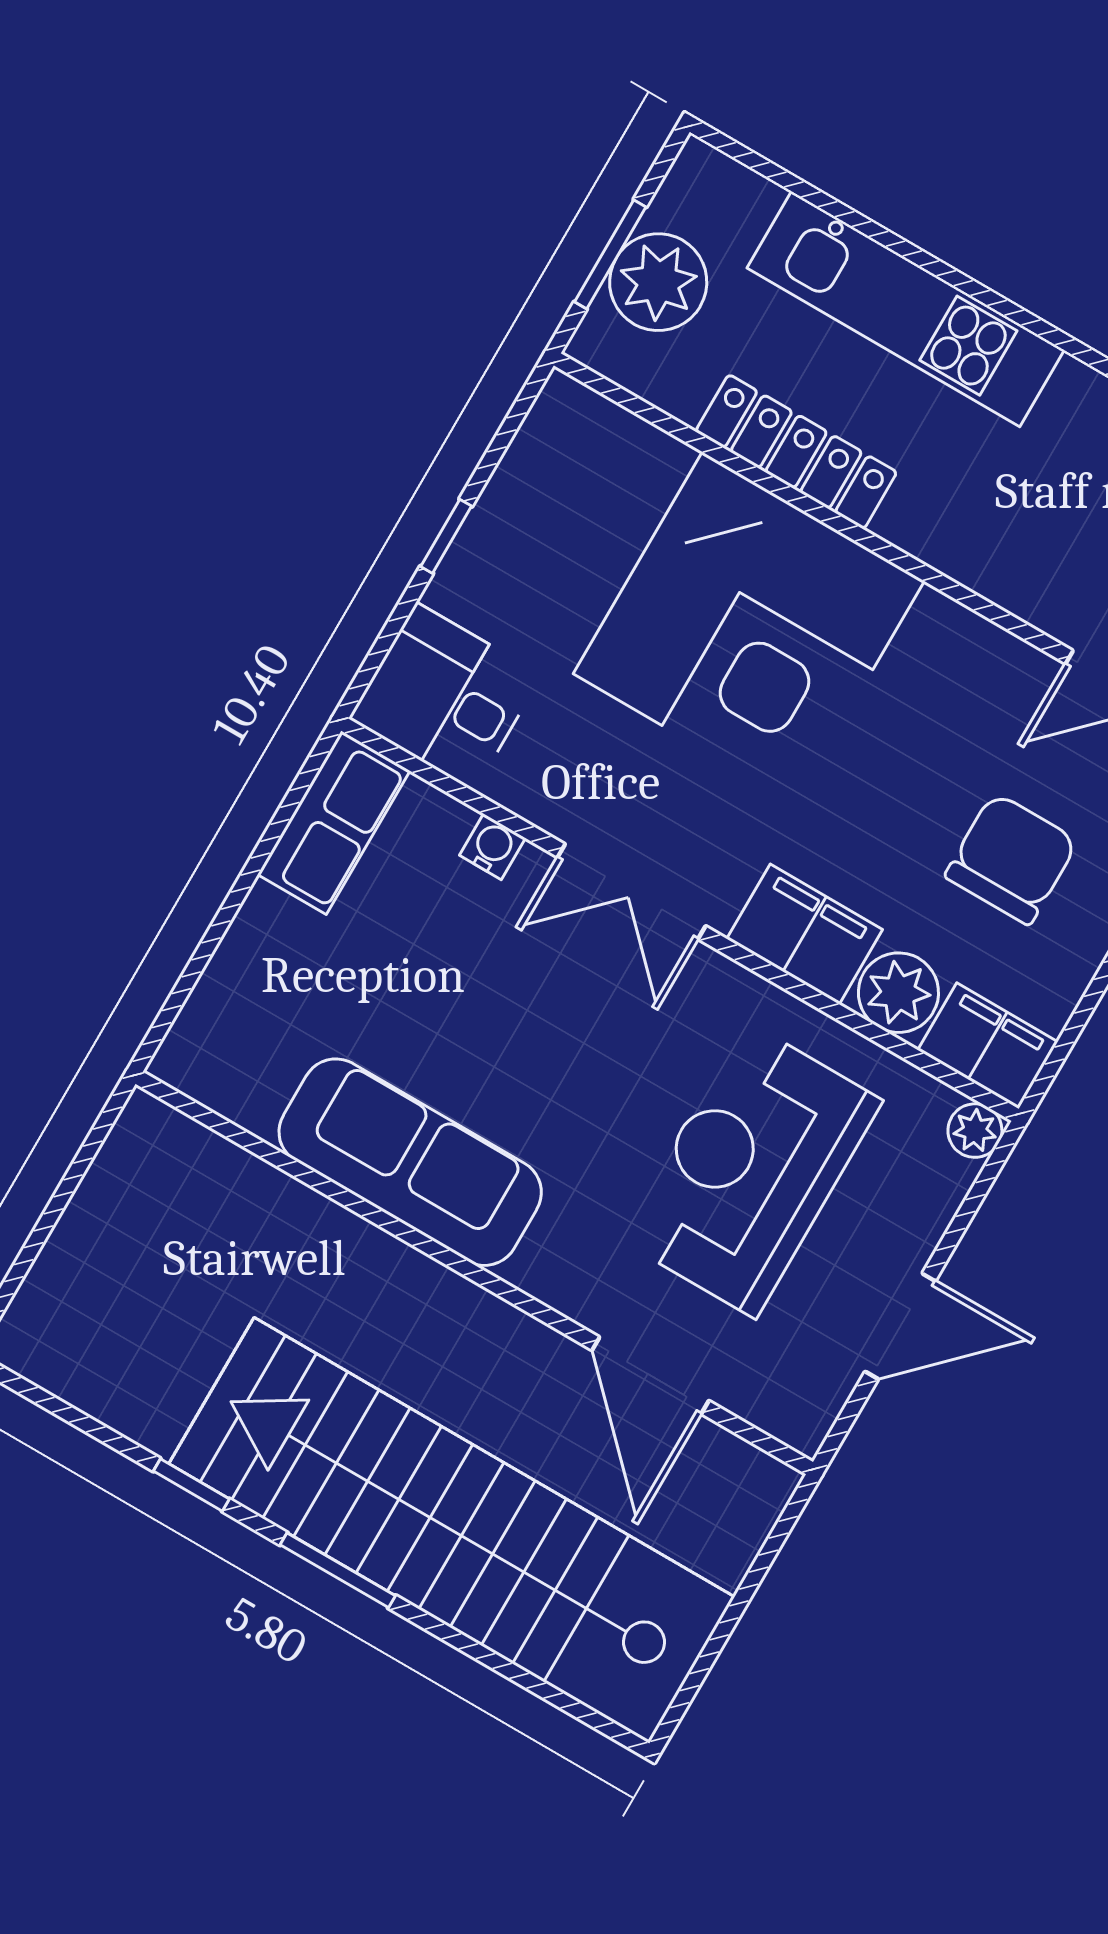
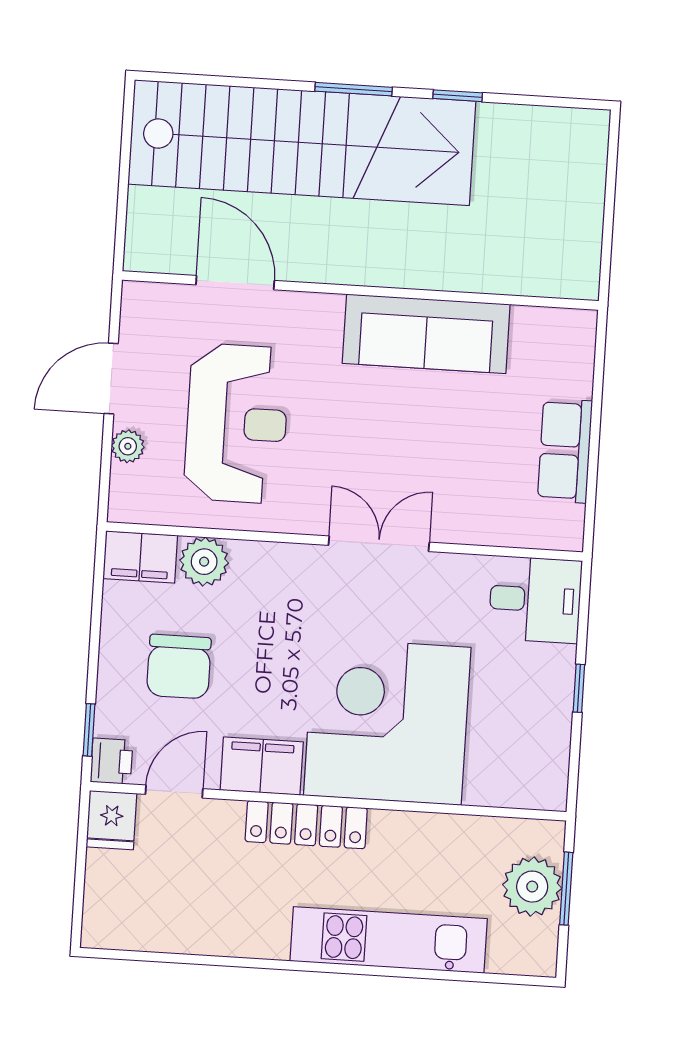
locker: (796, 452) -> (306, 825), moved
row of seats: (334, 823) -> (565, 451), moved
water cooler: (492, 847) -> (468, 530), removed
filing cabinet: (805, 934) -> (262, 766), moved, turned 180
plant: (975, 1131) -> (128, 446), moved

